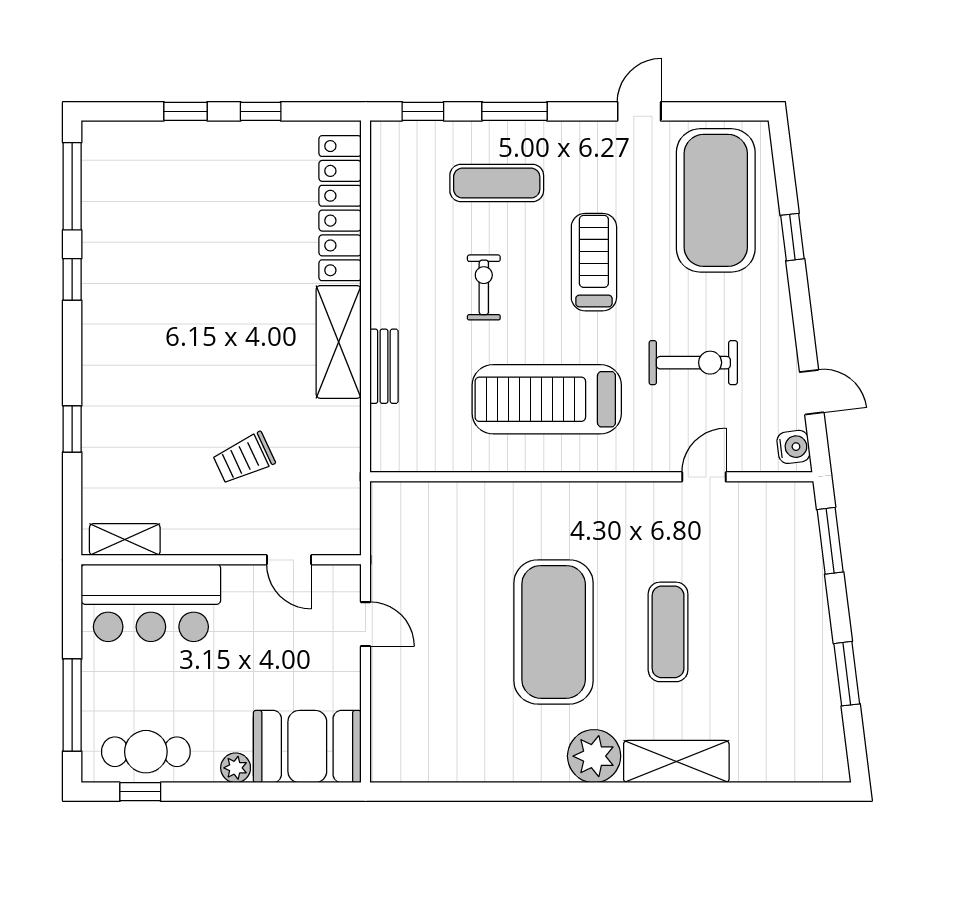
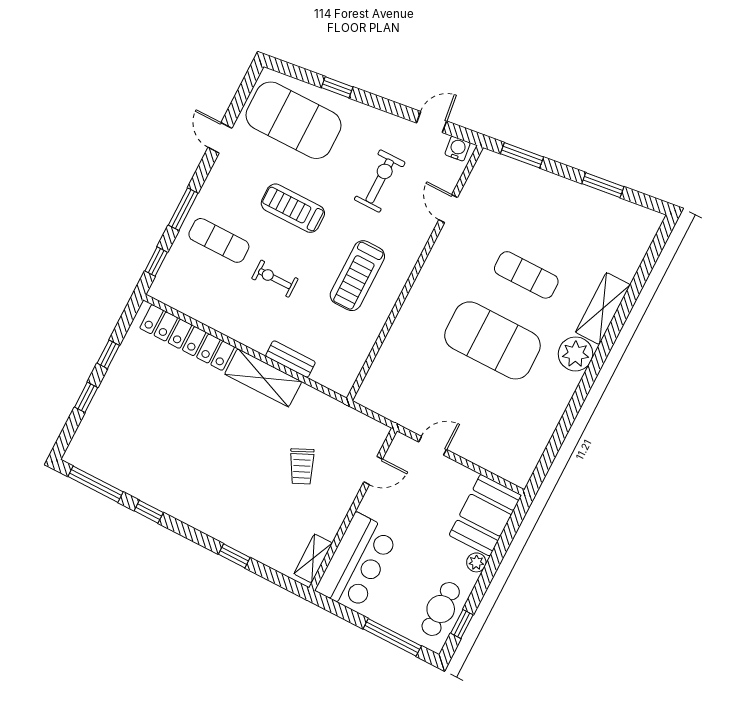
exercise mat: (497, 183) -> (219, 240), turned 90
treadmill: (547, 399) -> (357, 276), width x0.73, depth x0.73

